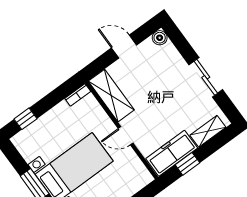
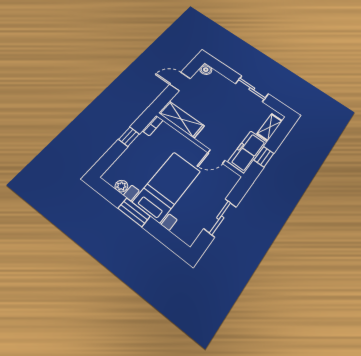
window: (25, 119) -> (129, 137), moved
door: (126, 136) -> (216, 157), moved
plant: (28, 154) -> (121, 186), added

